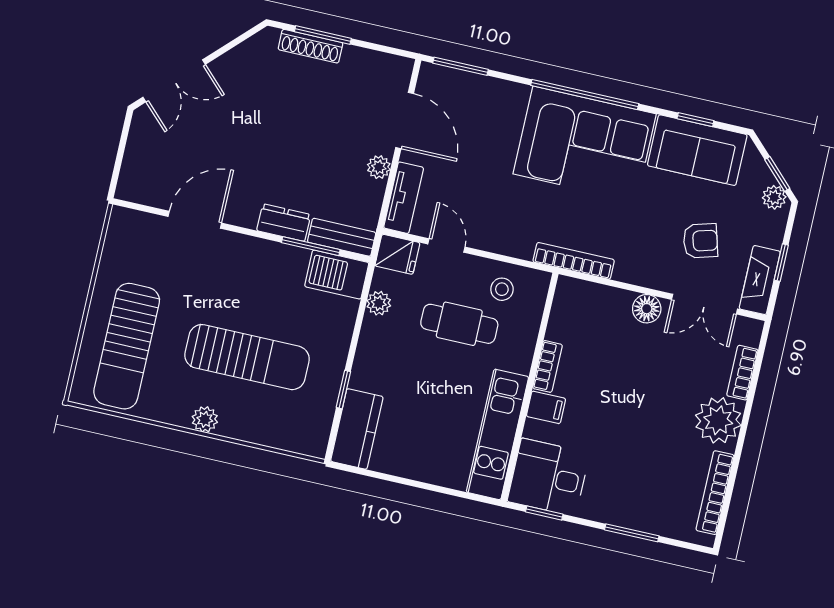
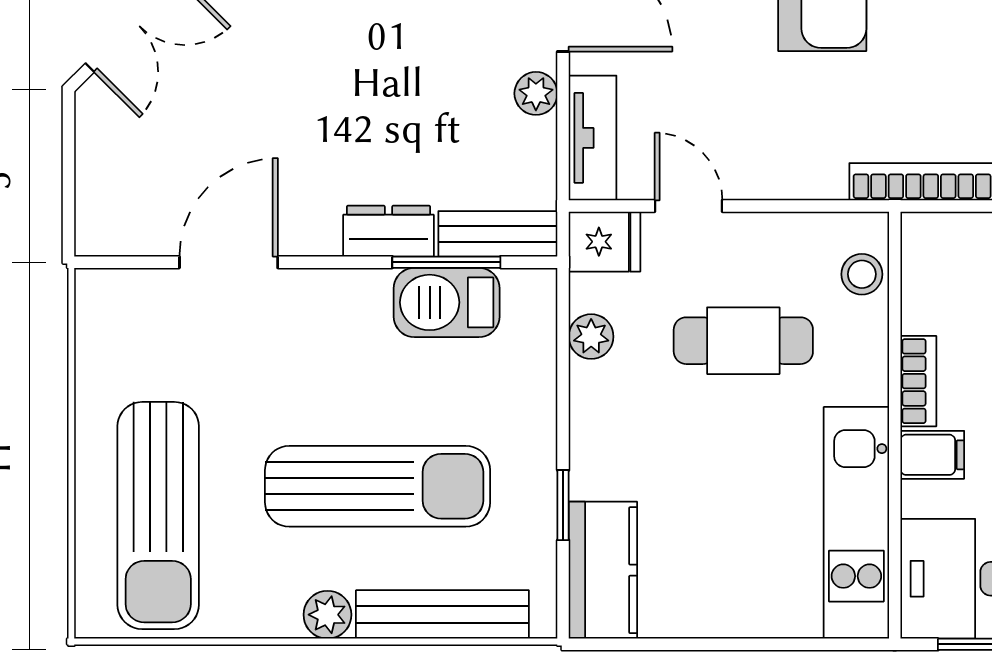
barbecue: (337, 275) -> (447, 302), moved
stool: (502, 289) -> (862, 274), moved
bench: (266, 433) -> (442, 614), added

